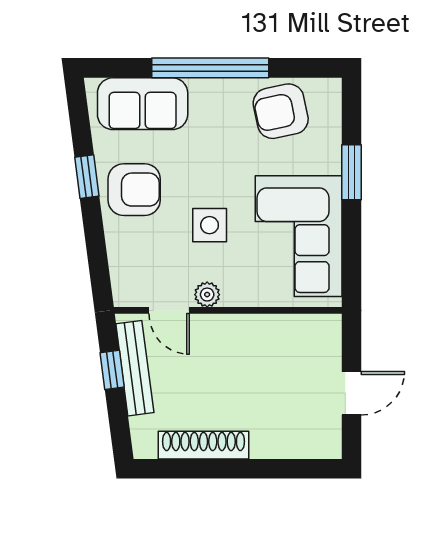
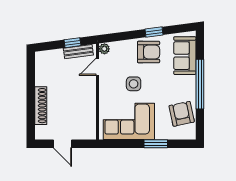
armchair: (134, 190) -> (149, 52), turned -90
plant: (207, 295) -> (104, 49), moved
bench: (135, 368) -> (78, 52), width x0.73
shoe rack: (204, 445) -> (41, 106), moved

